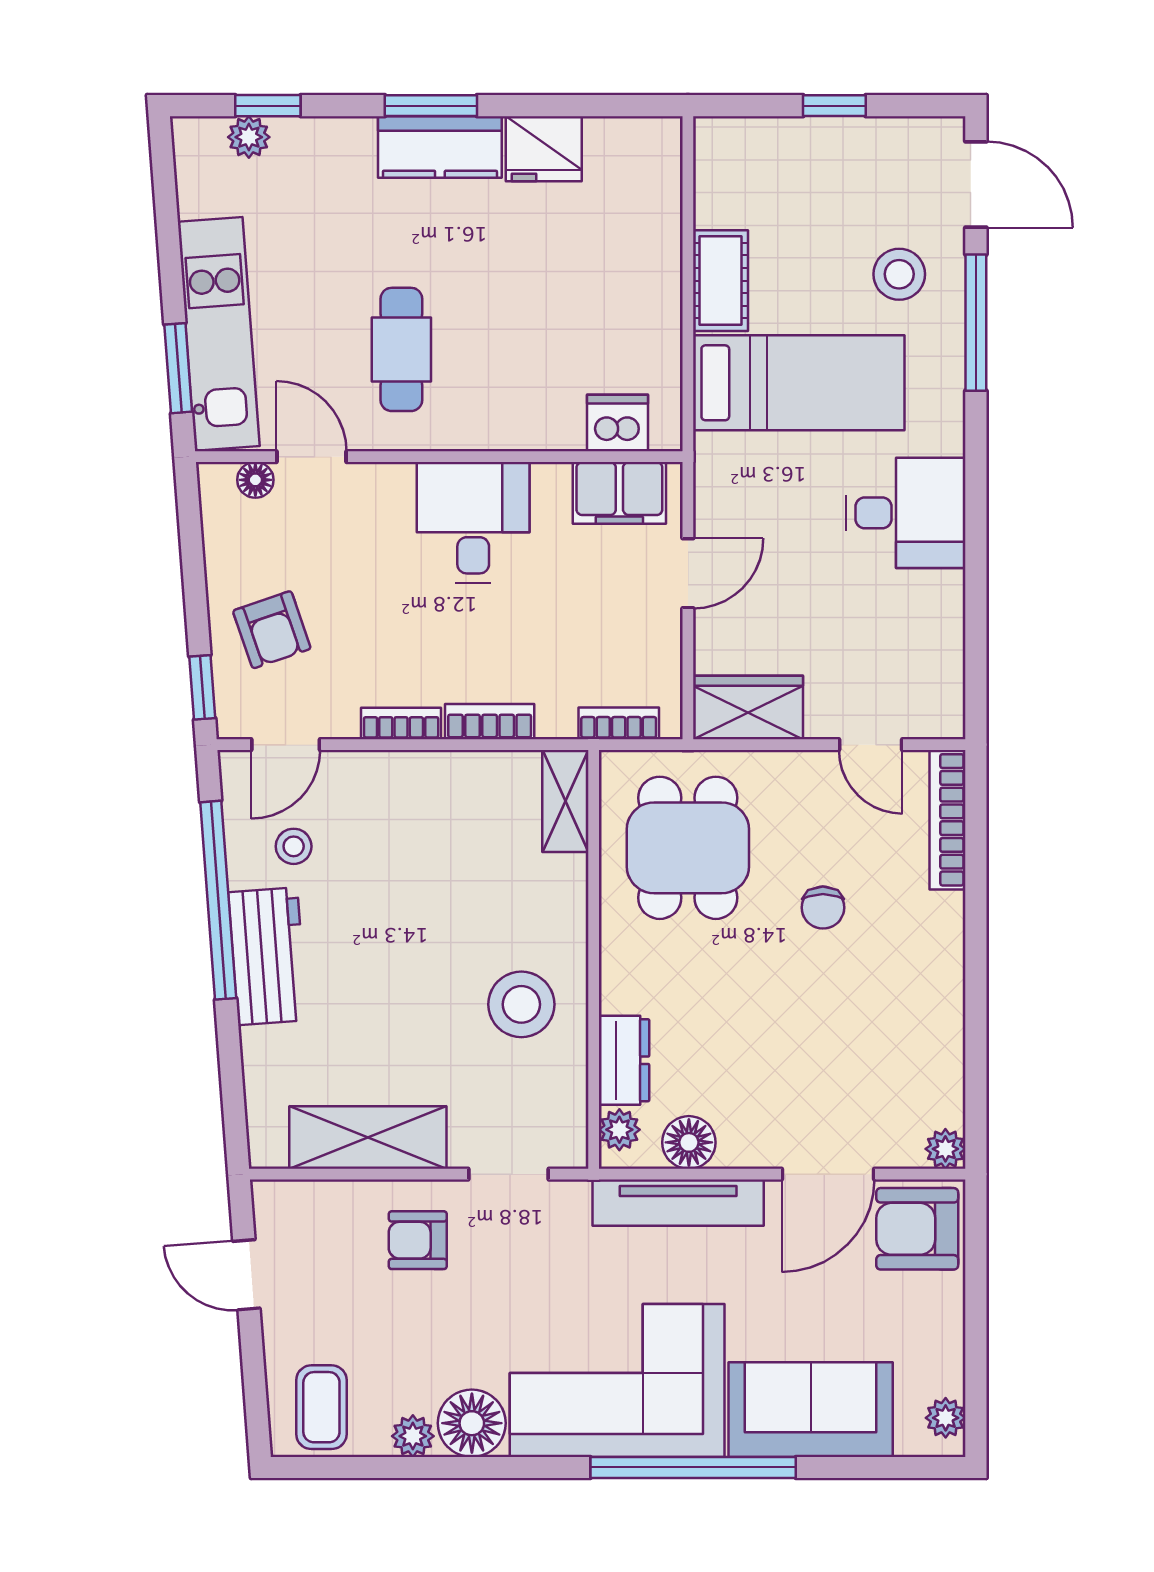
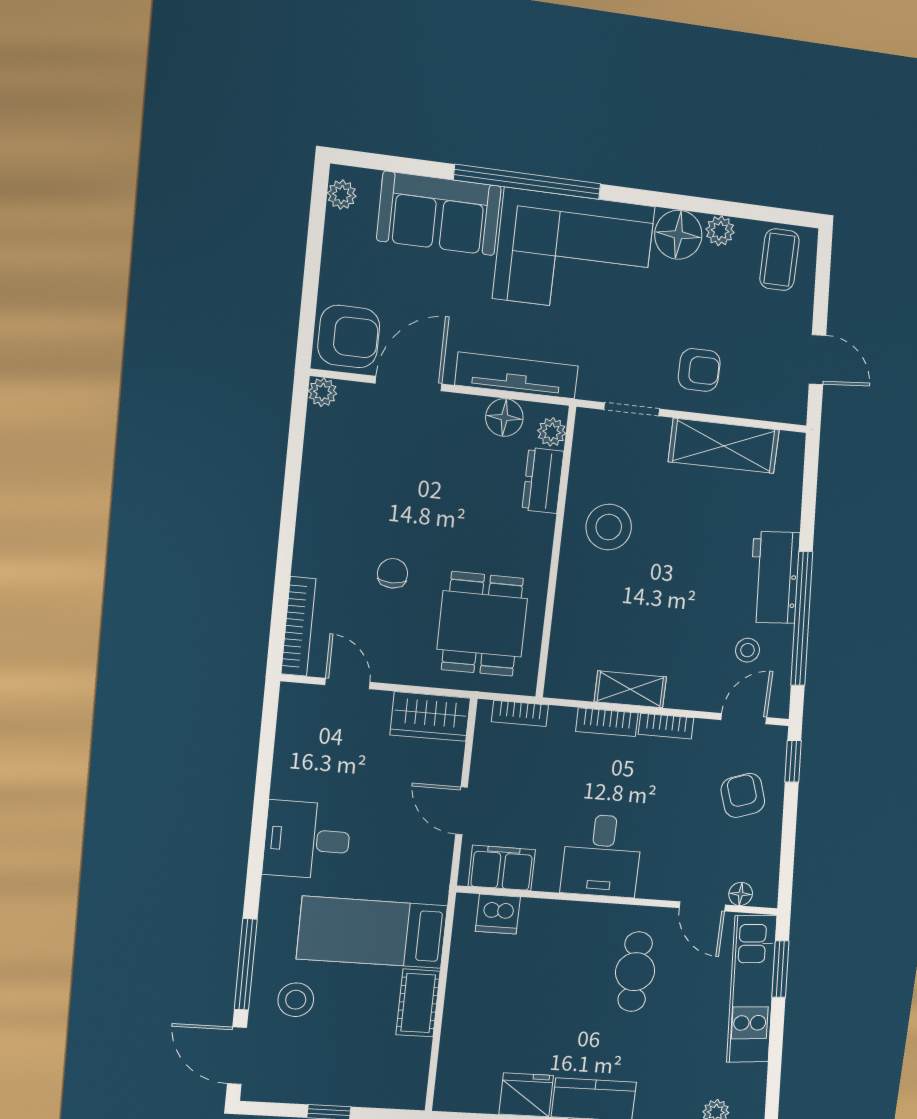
door: (688, 573) -> (462, 811), hinge flipped
shelving: (565, 801) -> (630, 689), moved, turned 90

